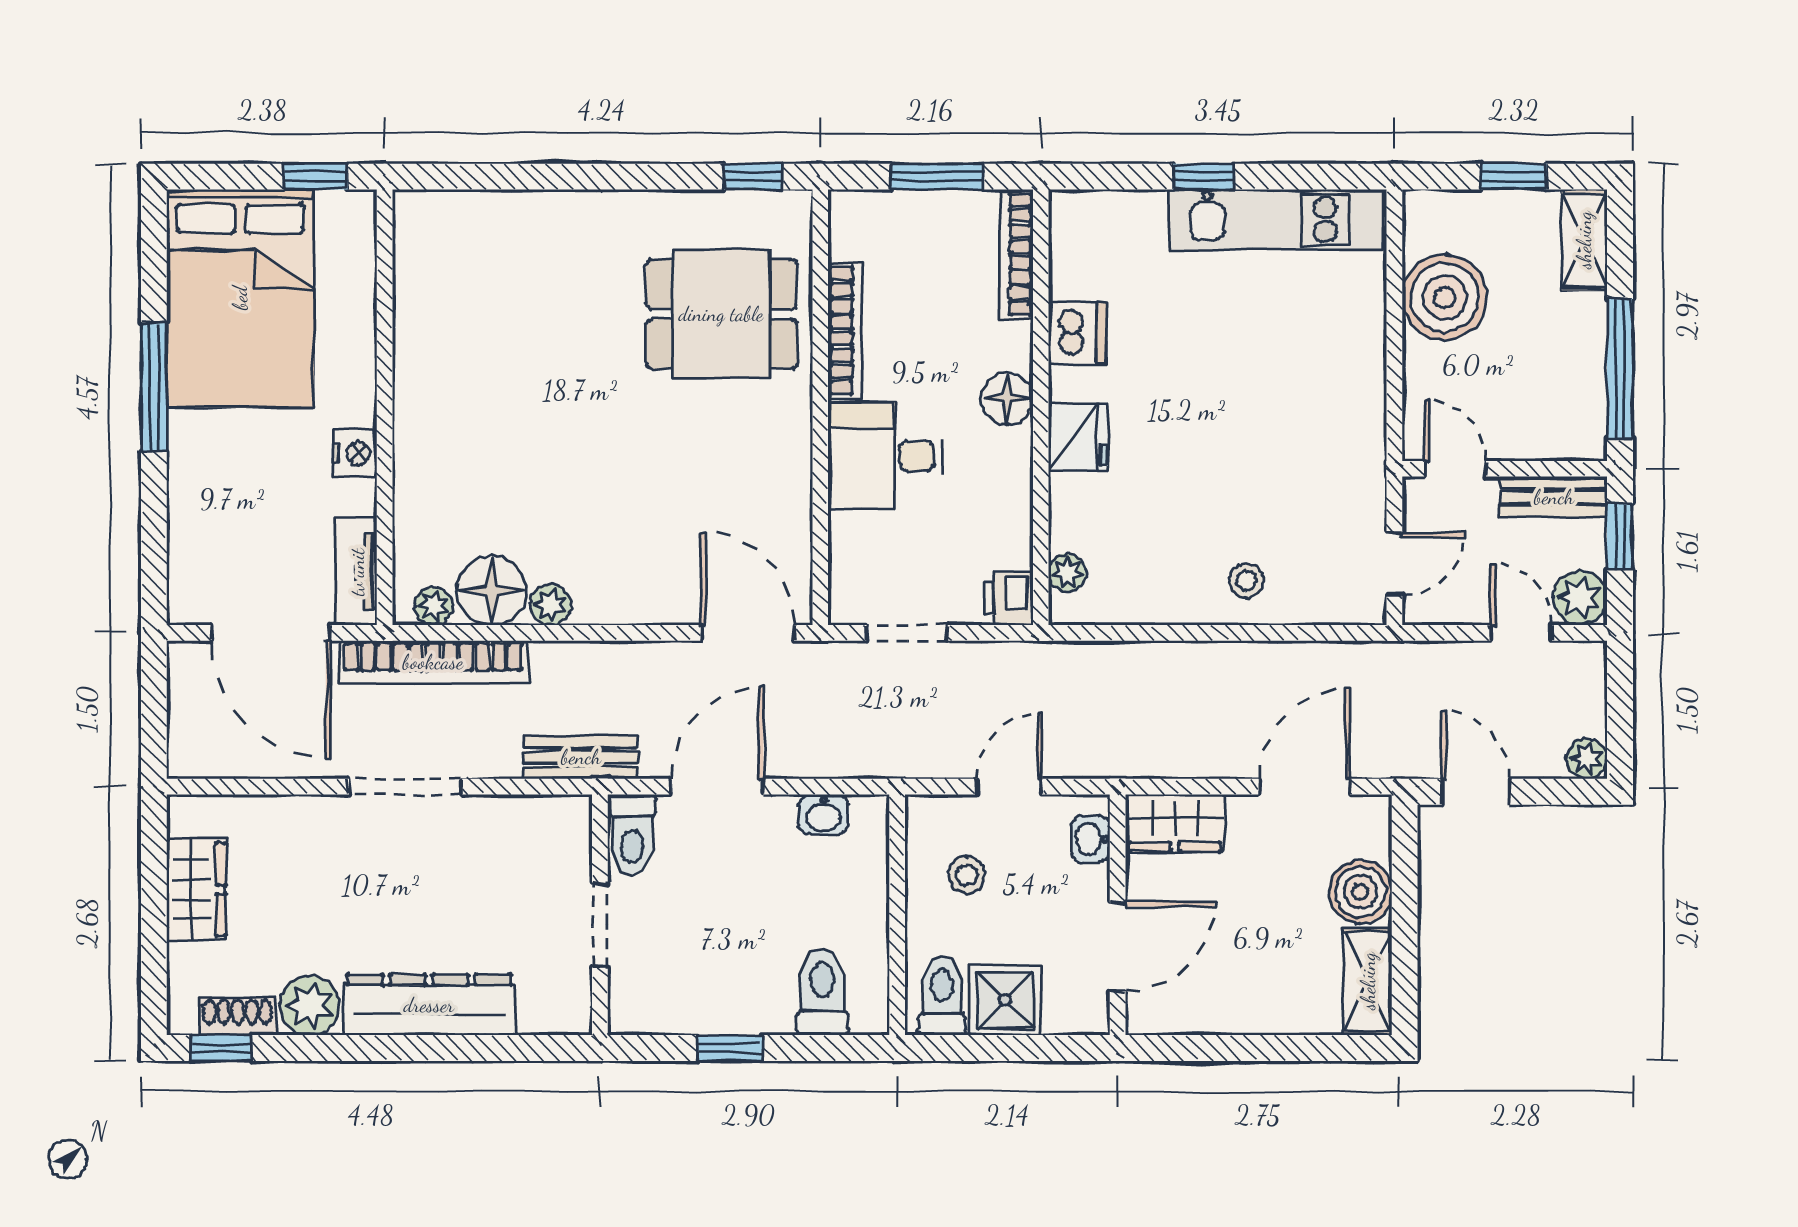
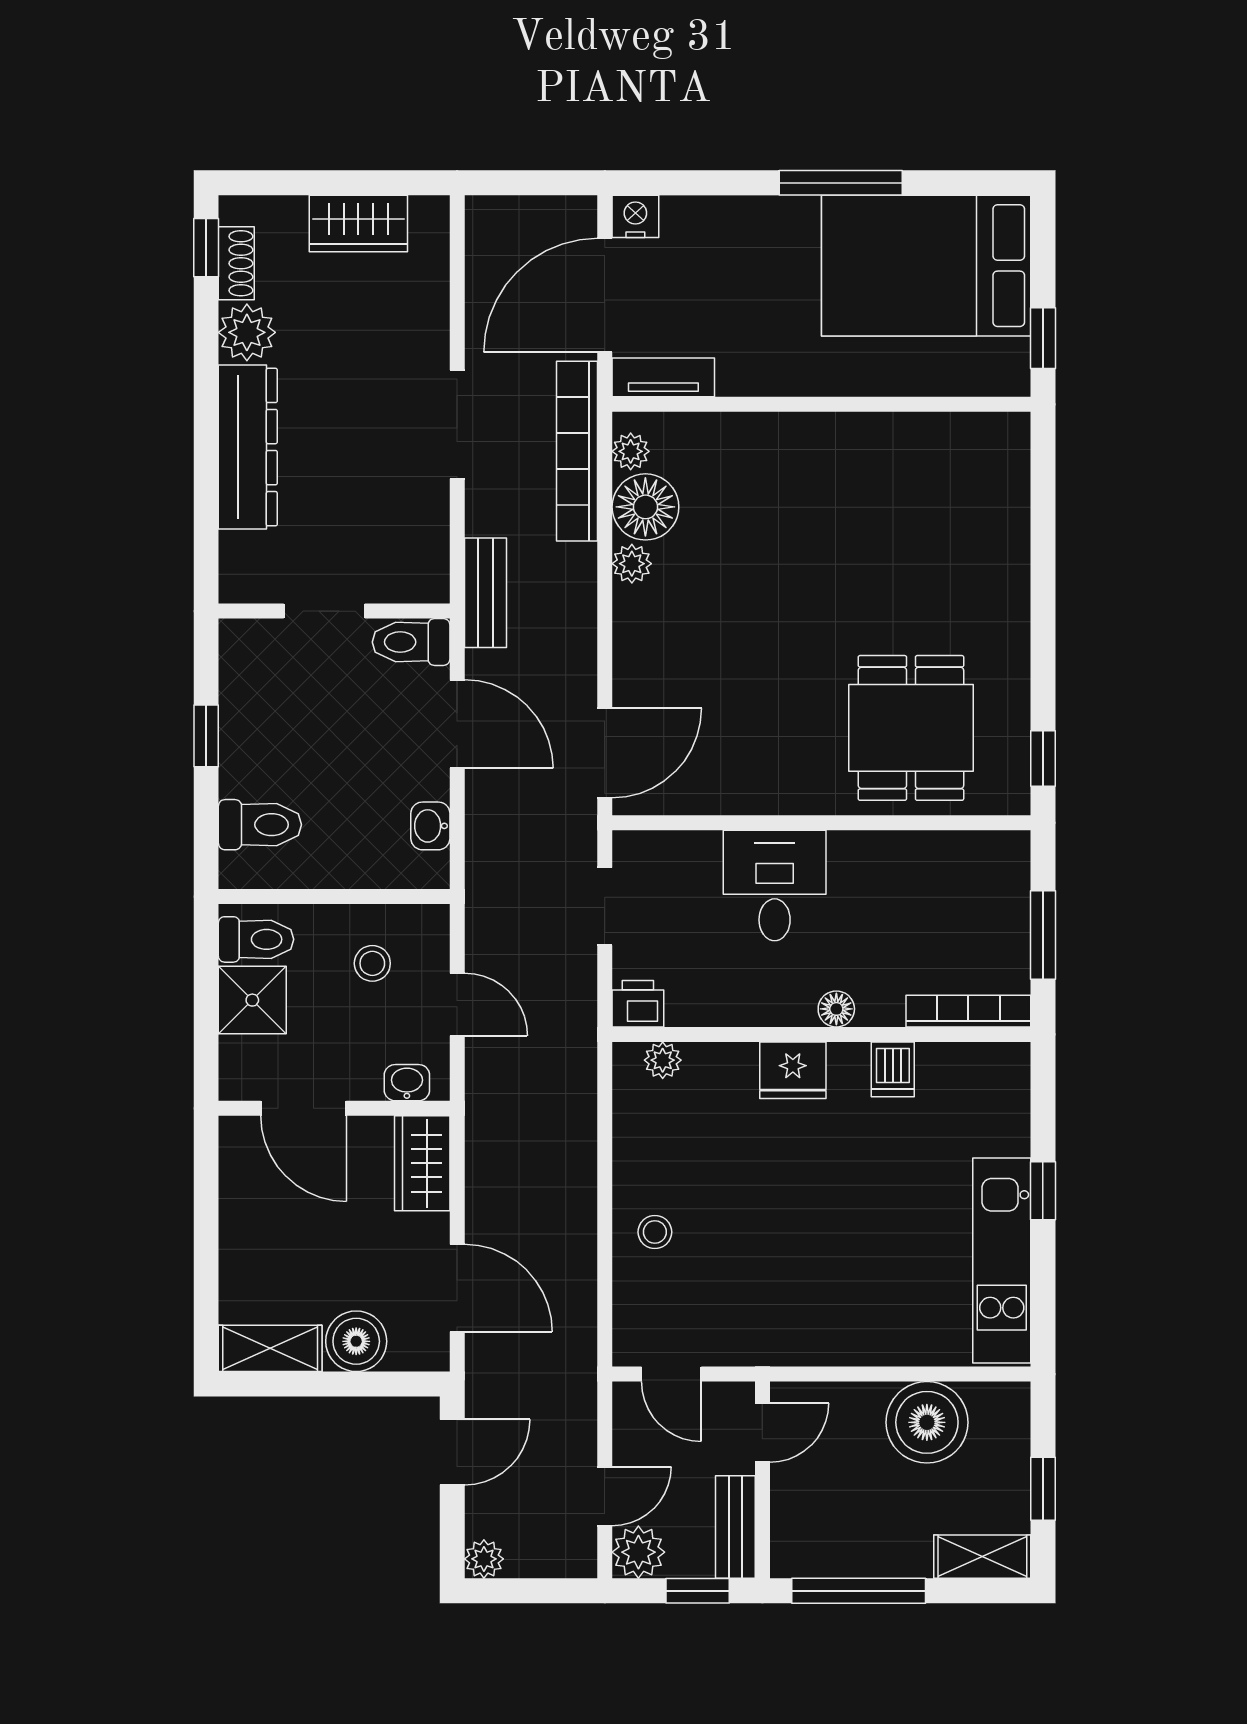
bookcase: (845, 331) -> (895, 847), removed
dishwasher: (1077, 333) -> (893, 1069), width x0.73
floor lamp: (1007, 399) -> (836, 1009), width x0.73, depth x0.73
nightstand: (355, 453) -> (635, 216), moved, turned 180

